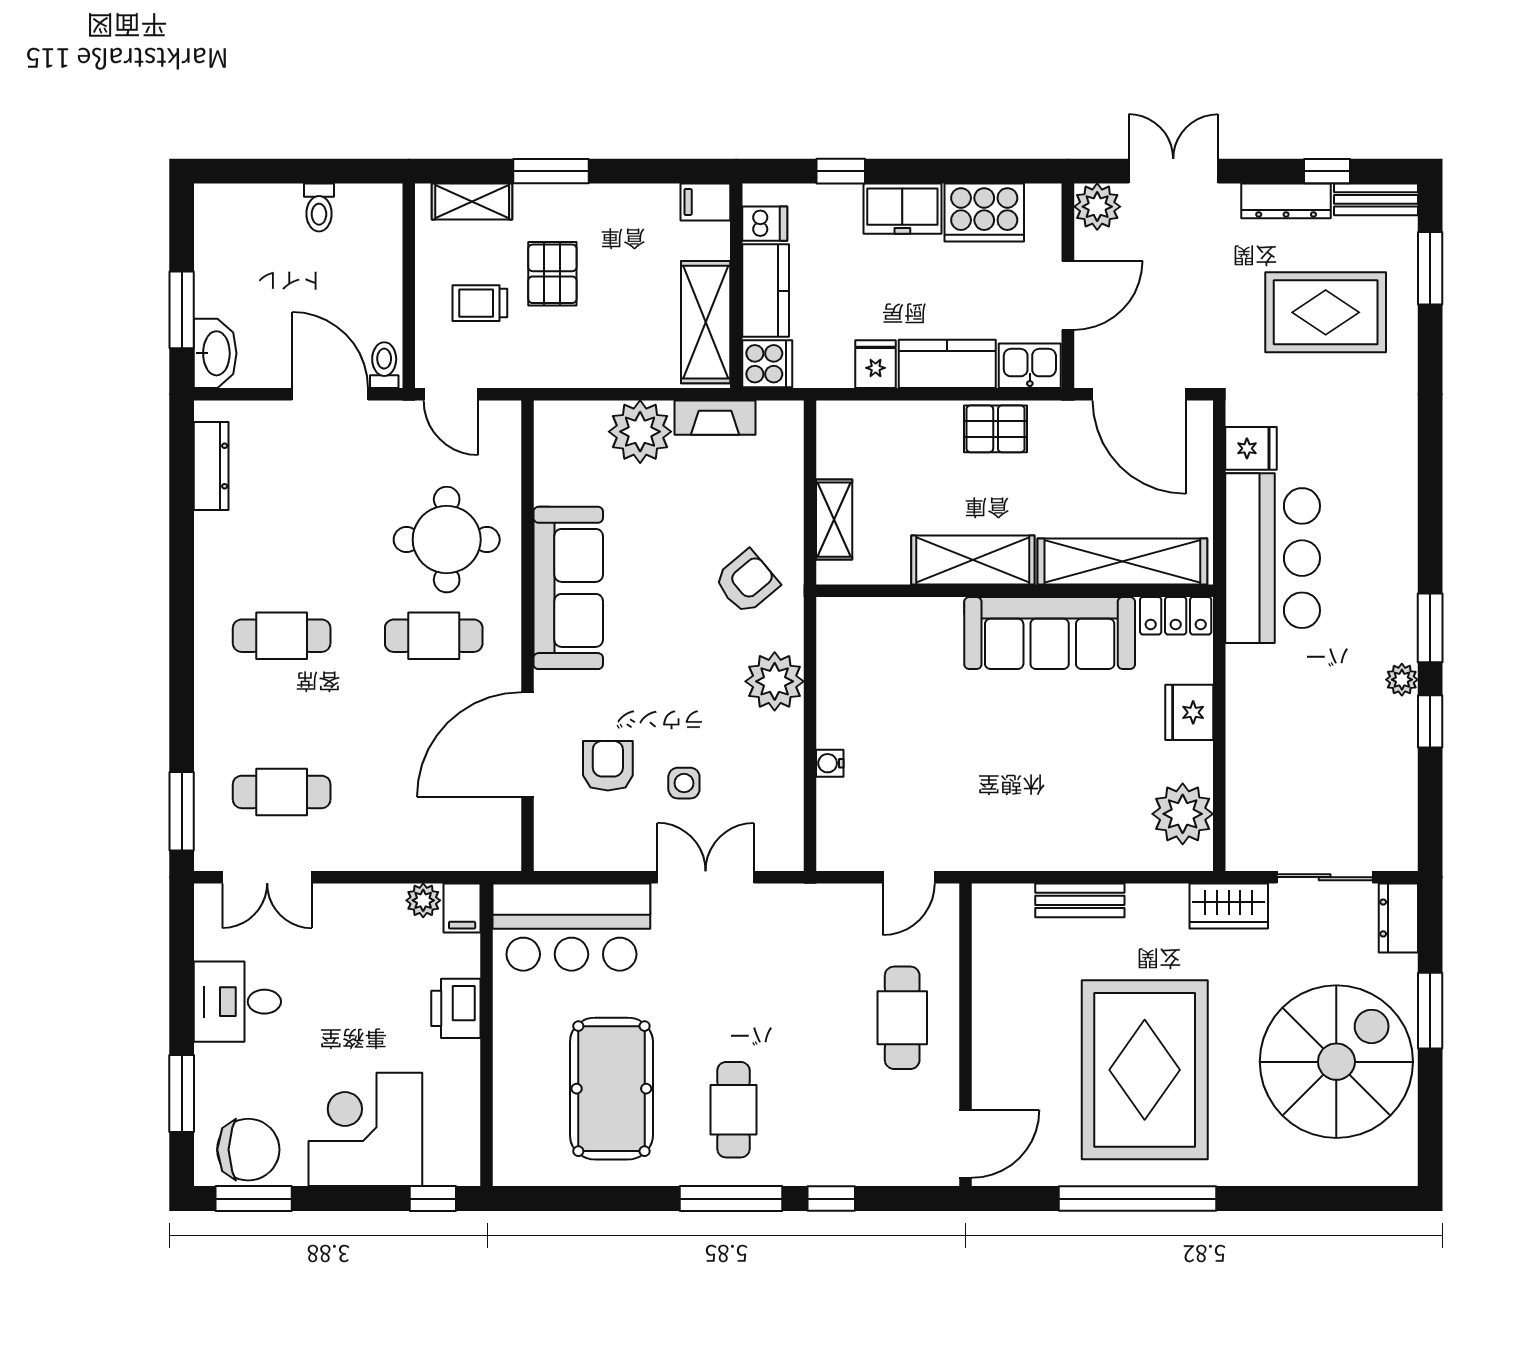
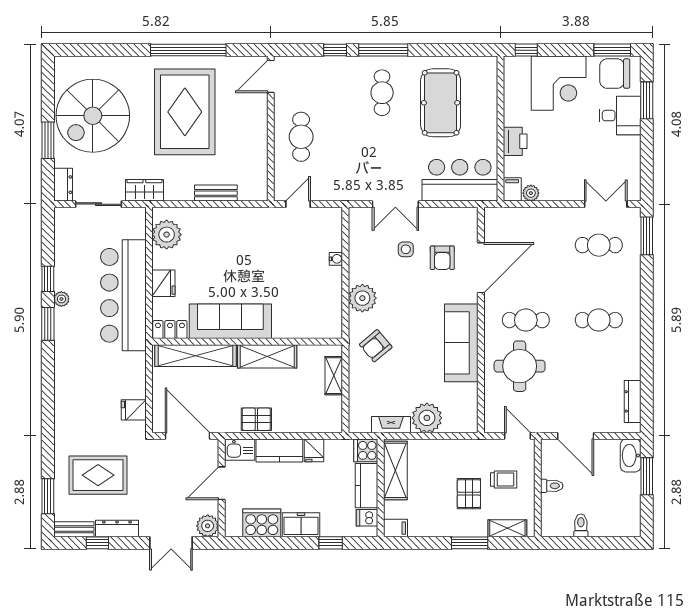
toilet: (384, 365) -> (552, 486), moved, turned -90
bar counter: (1273, 558) -> (123, 295), moved, width x1.36
desk: (237, 1002) -> (620, 116), moved

